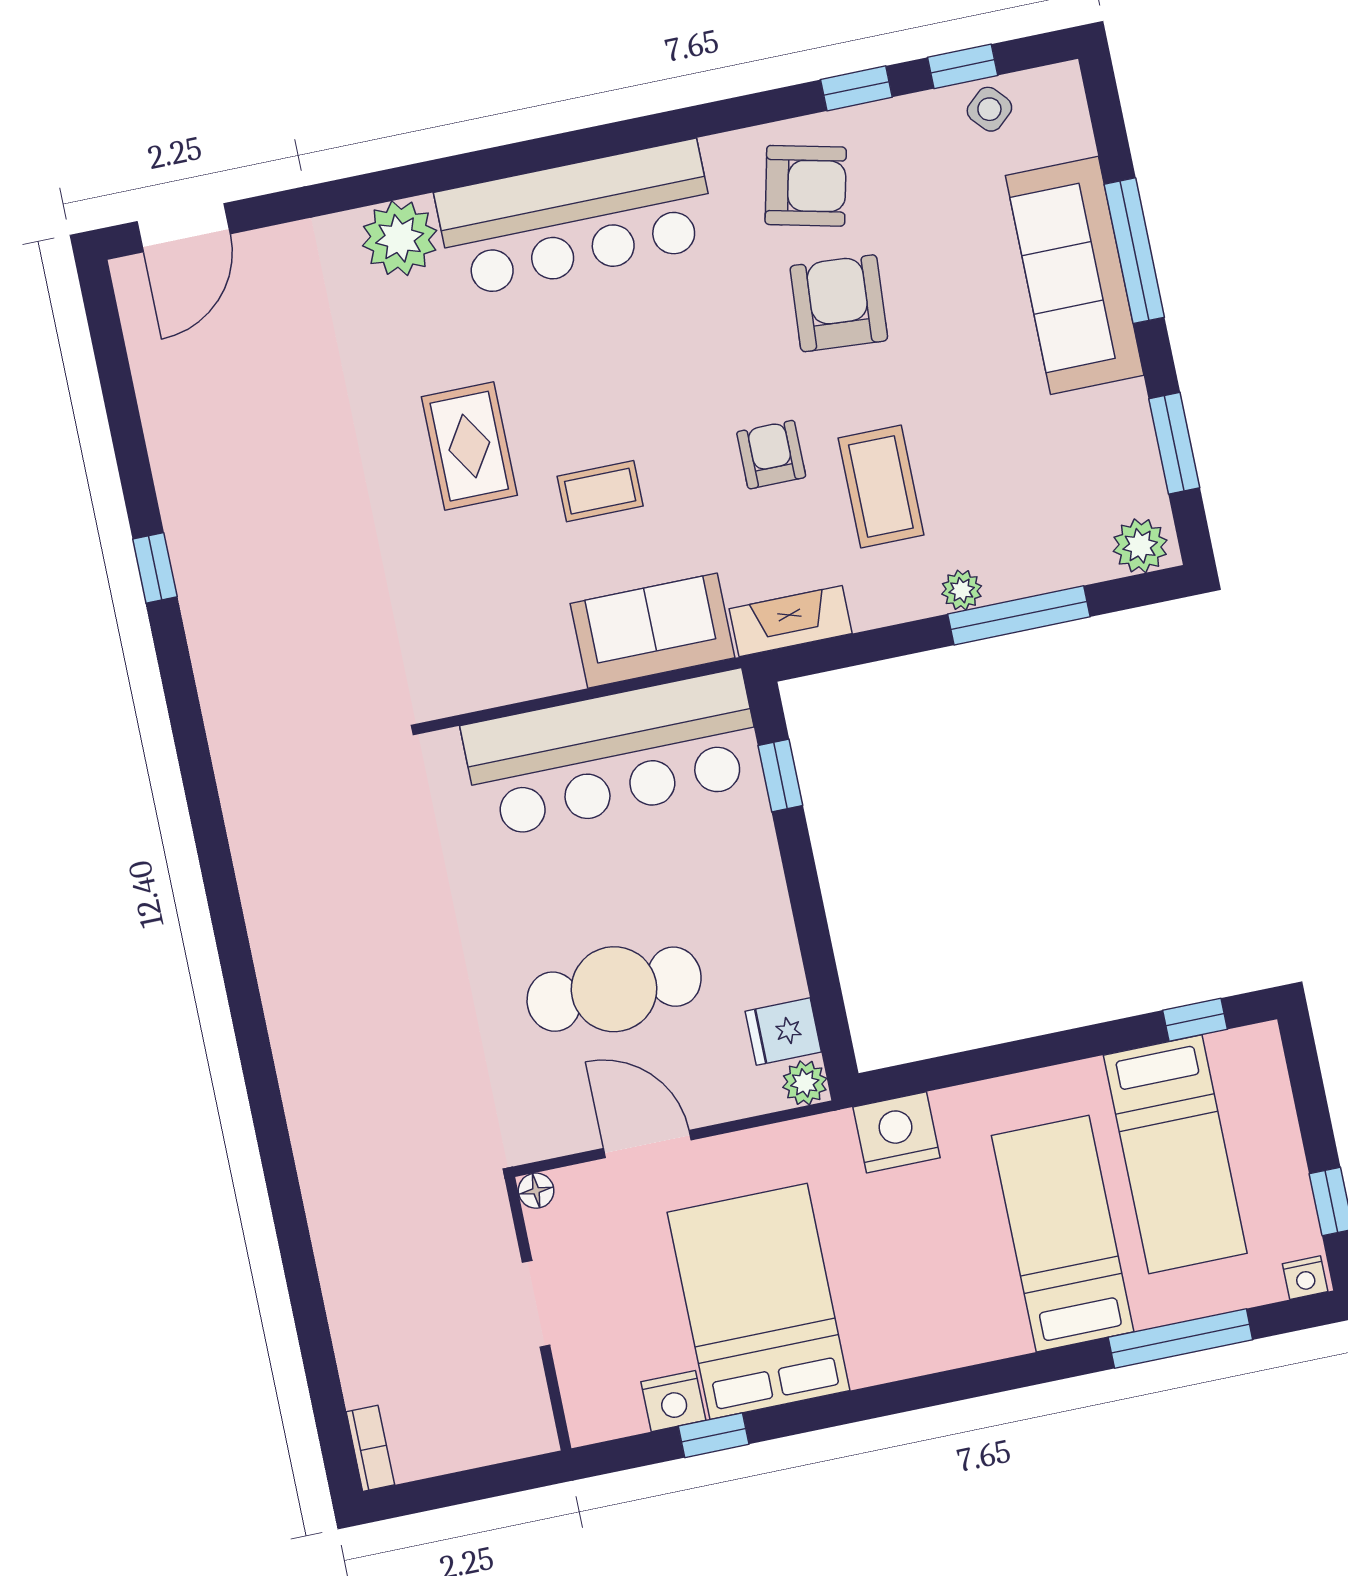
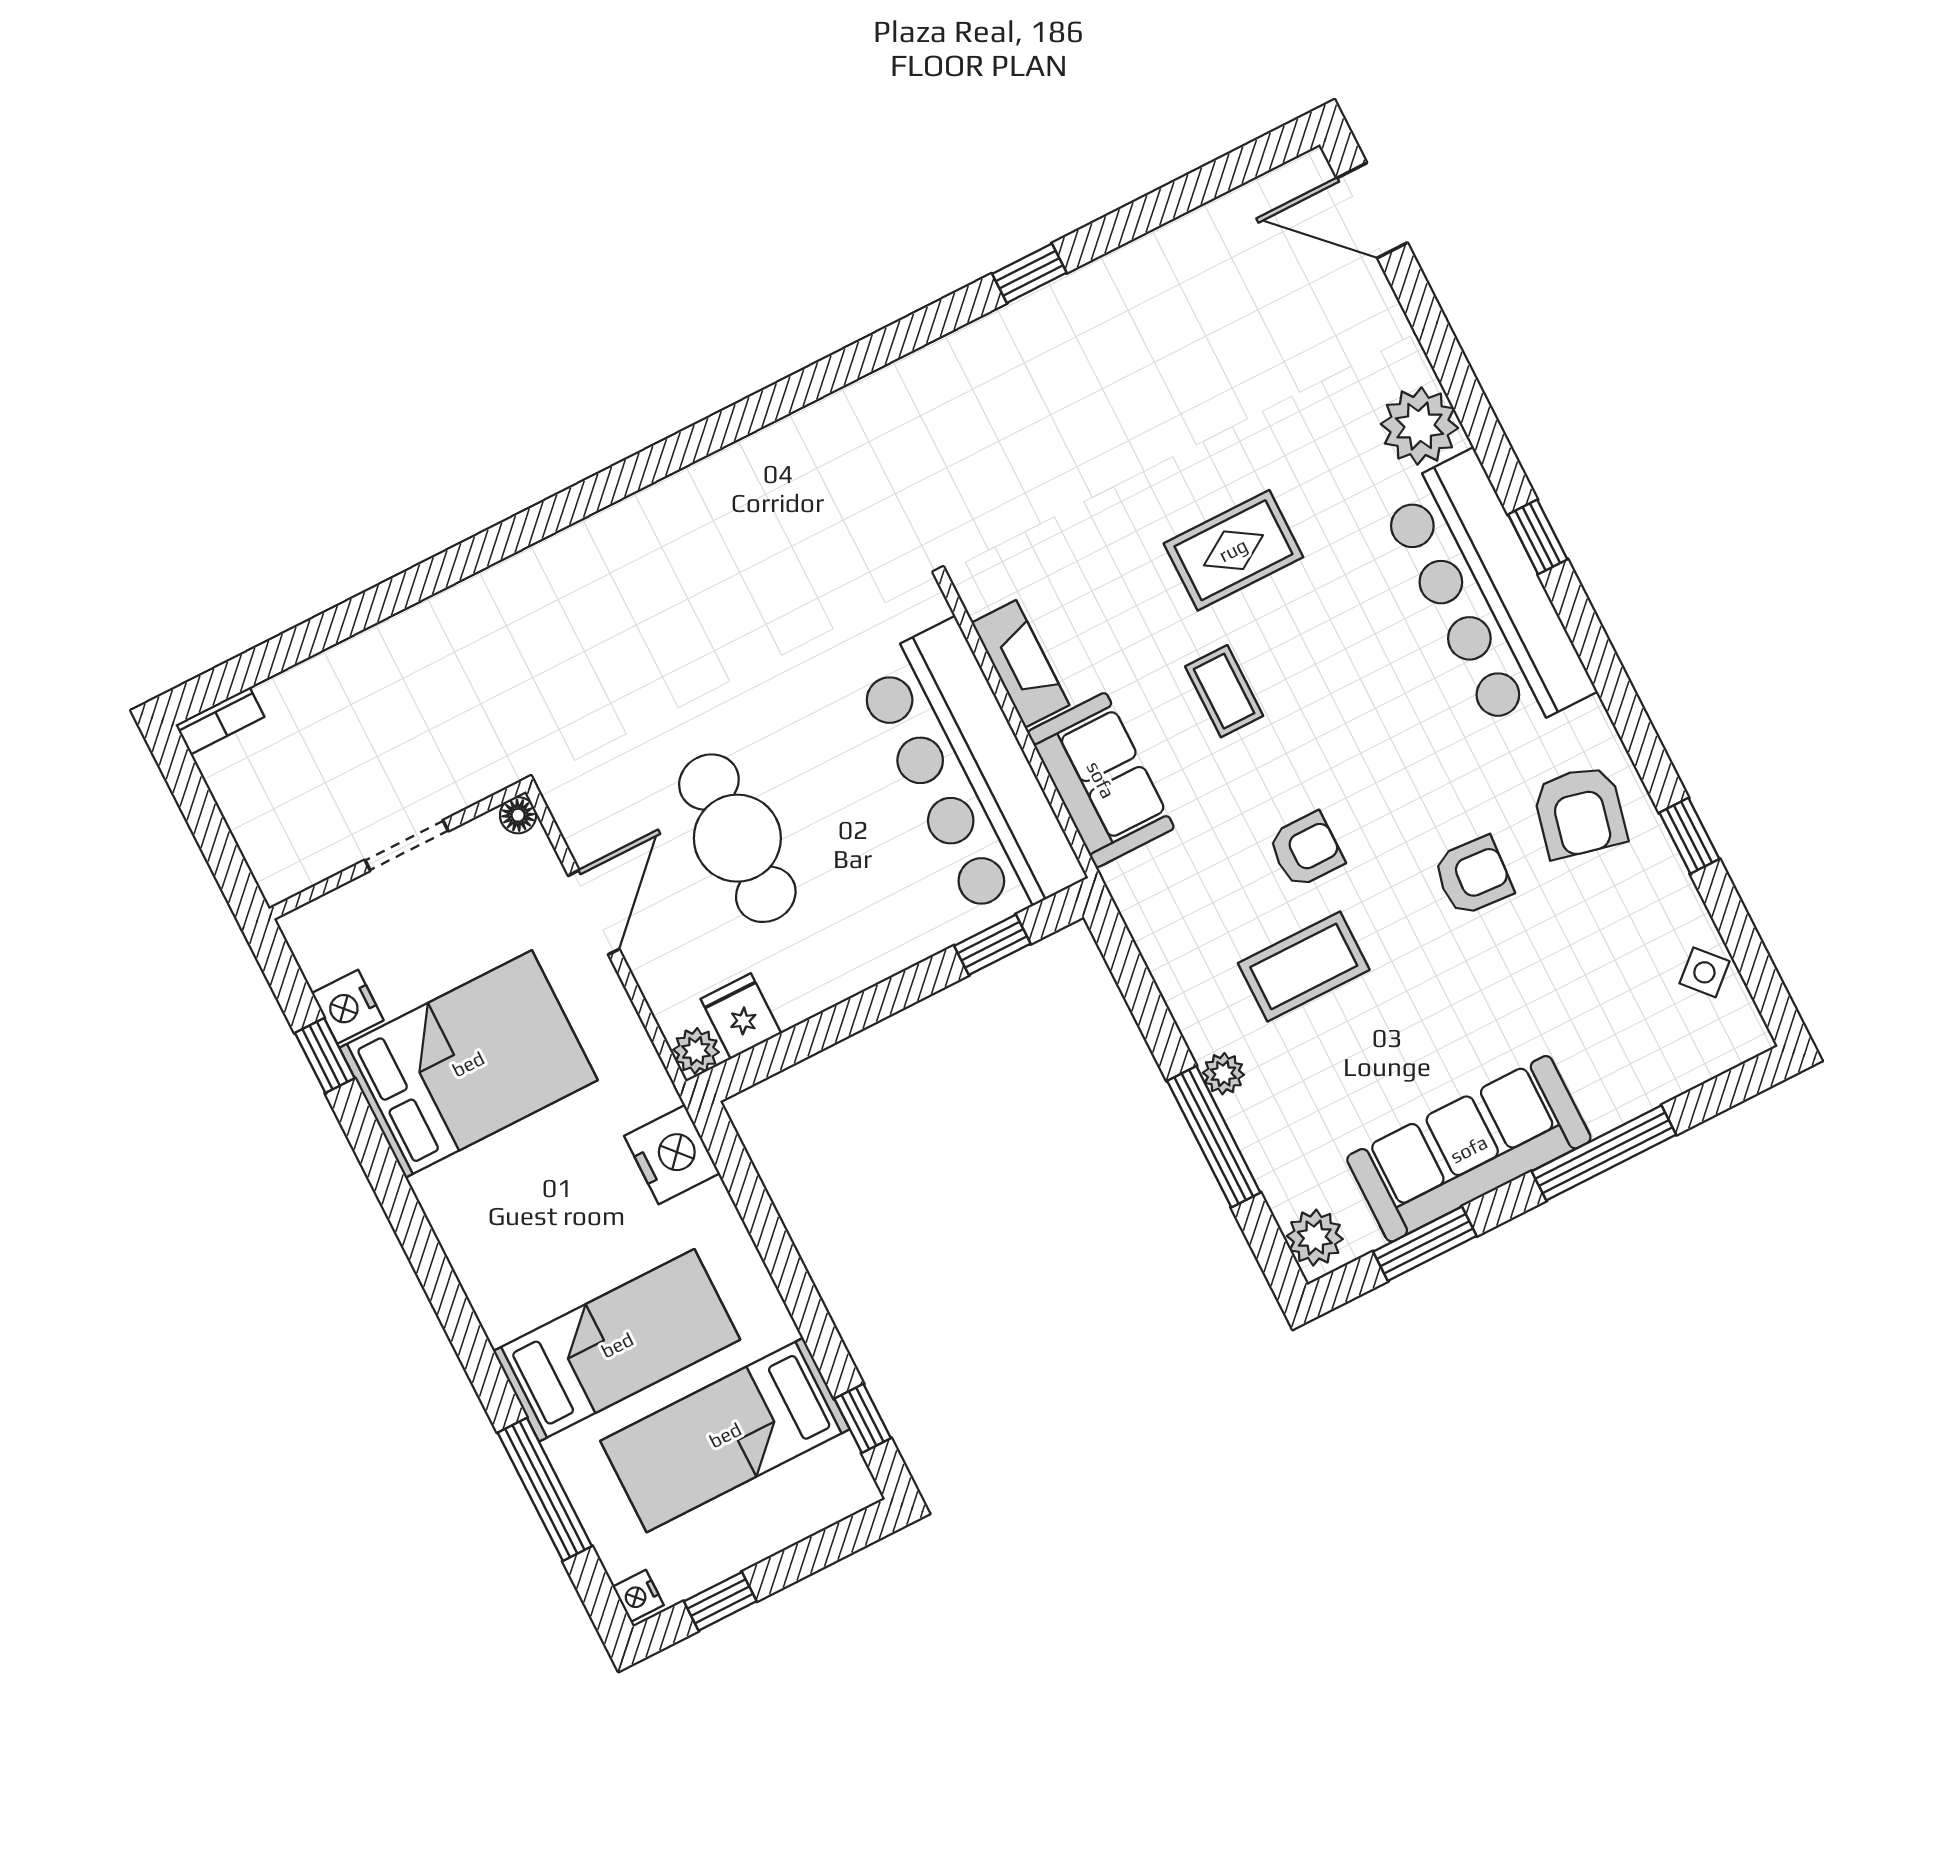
window: (963, 66) -> (1538, 537), moved
sofa: (1075, 275) -> (1469, 1149), moved
armchair: (839, 303) -> (1473, 876), width x0.72, depth x0.72
fireplace: (791, 621) -> (1020, 664), moved

